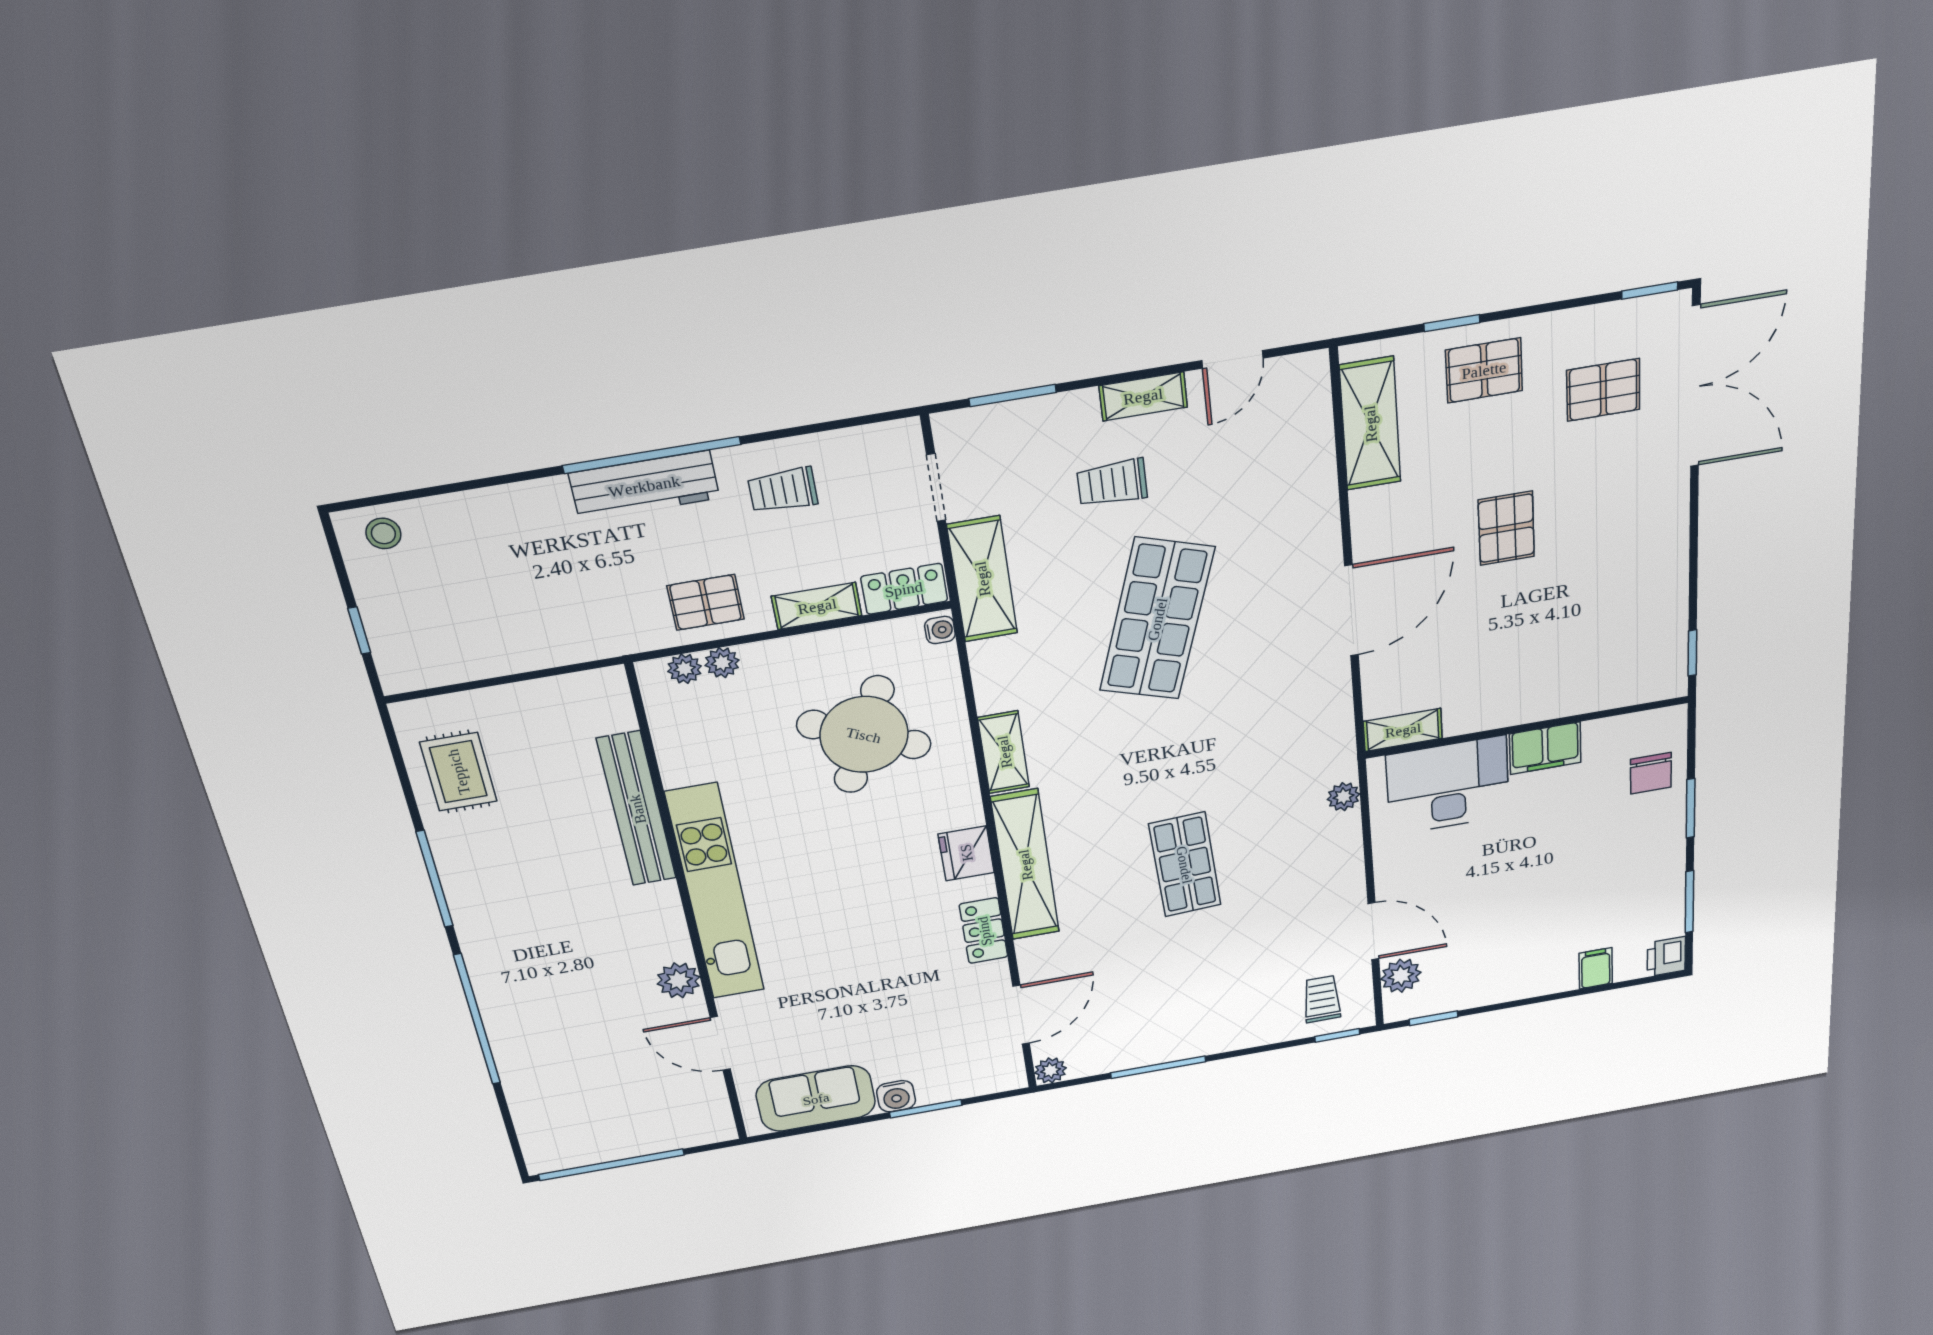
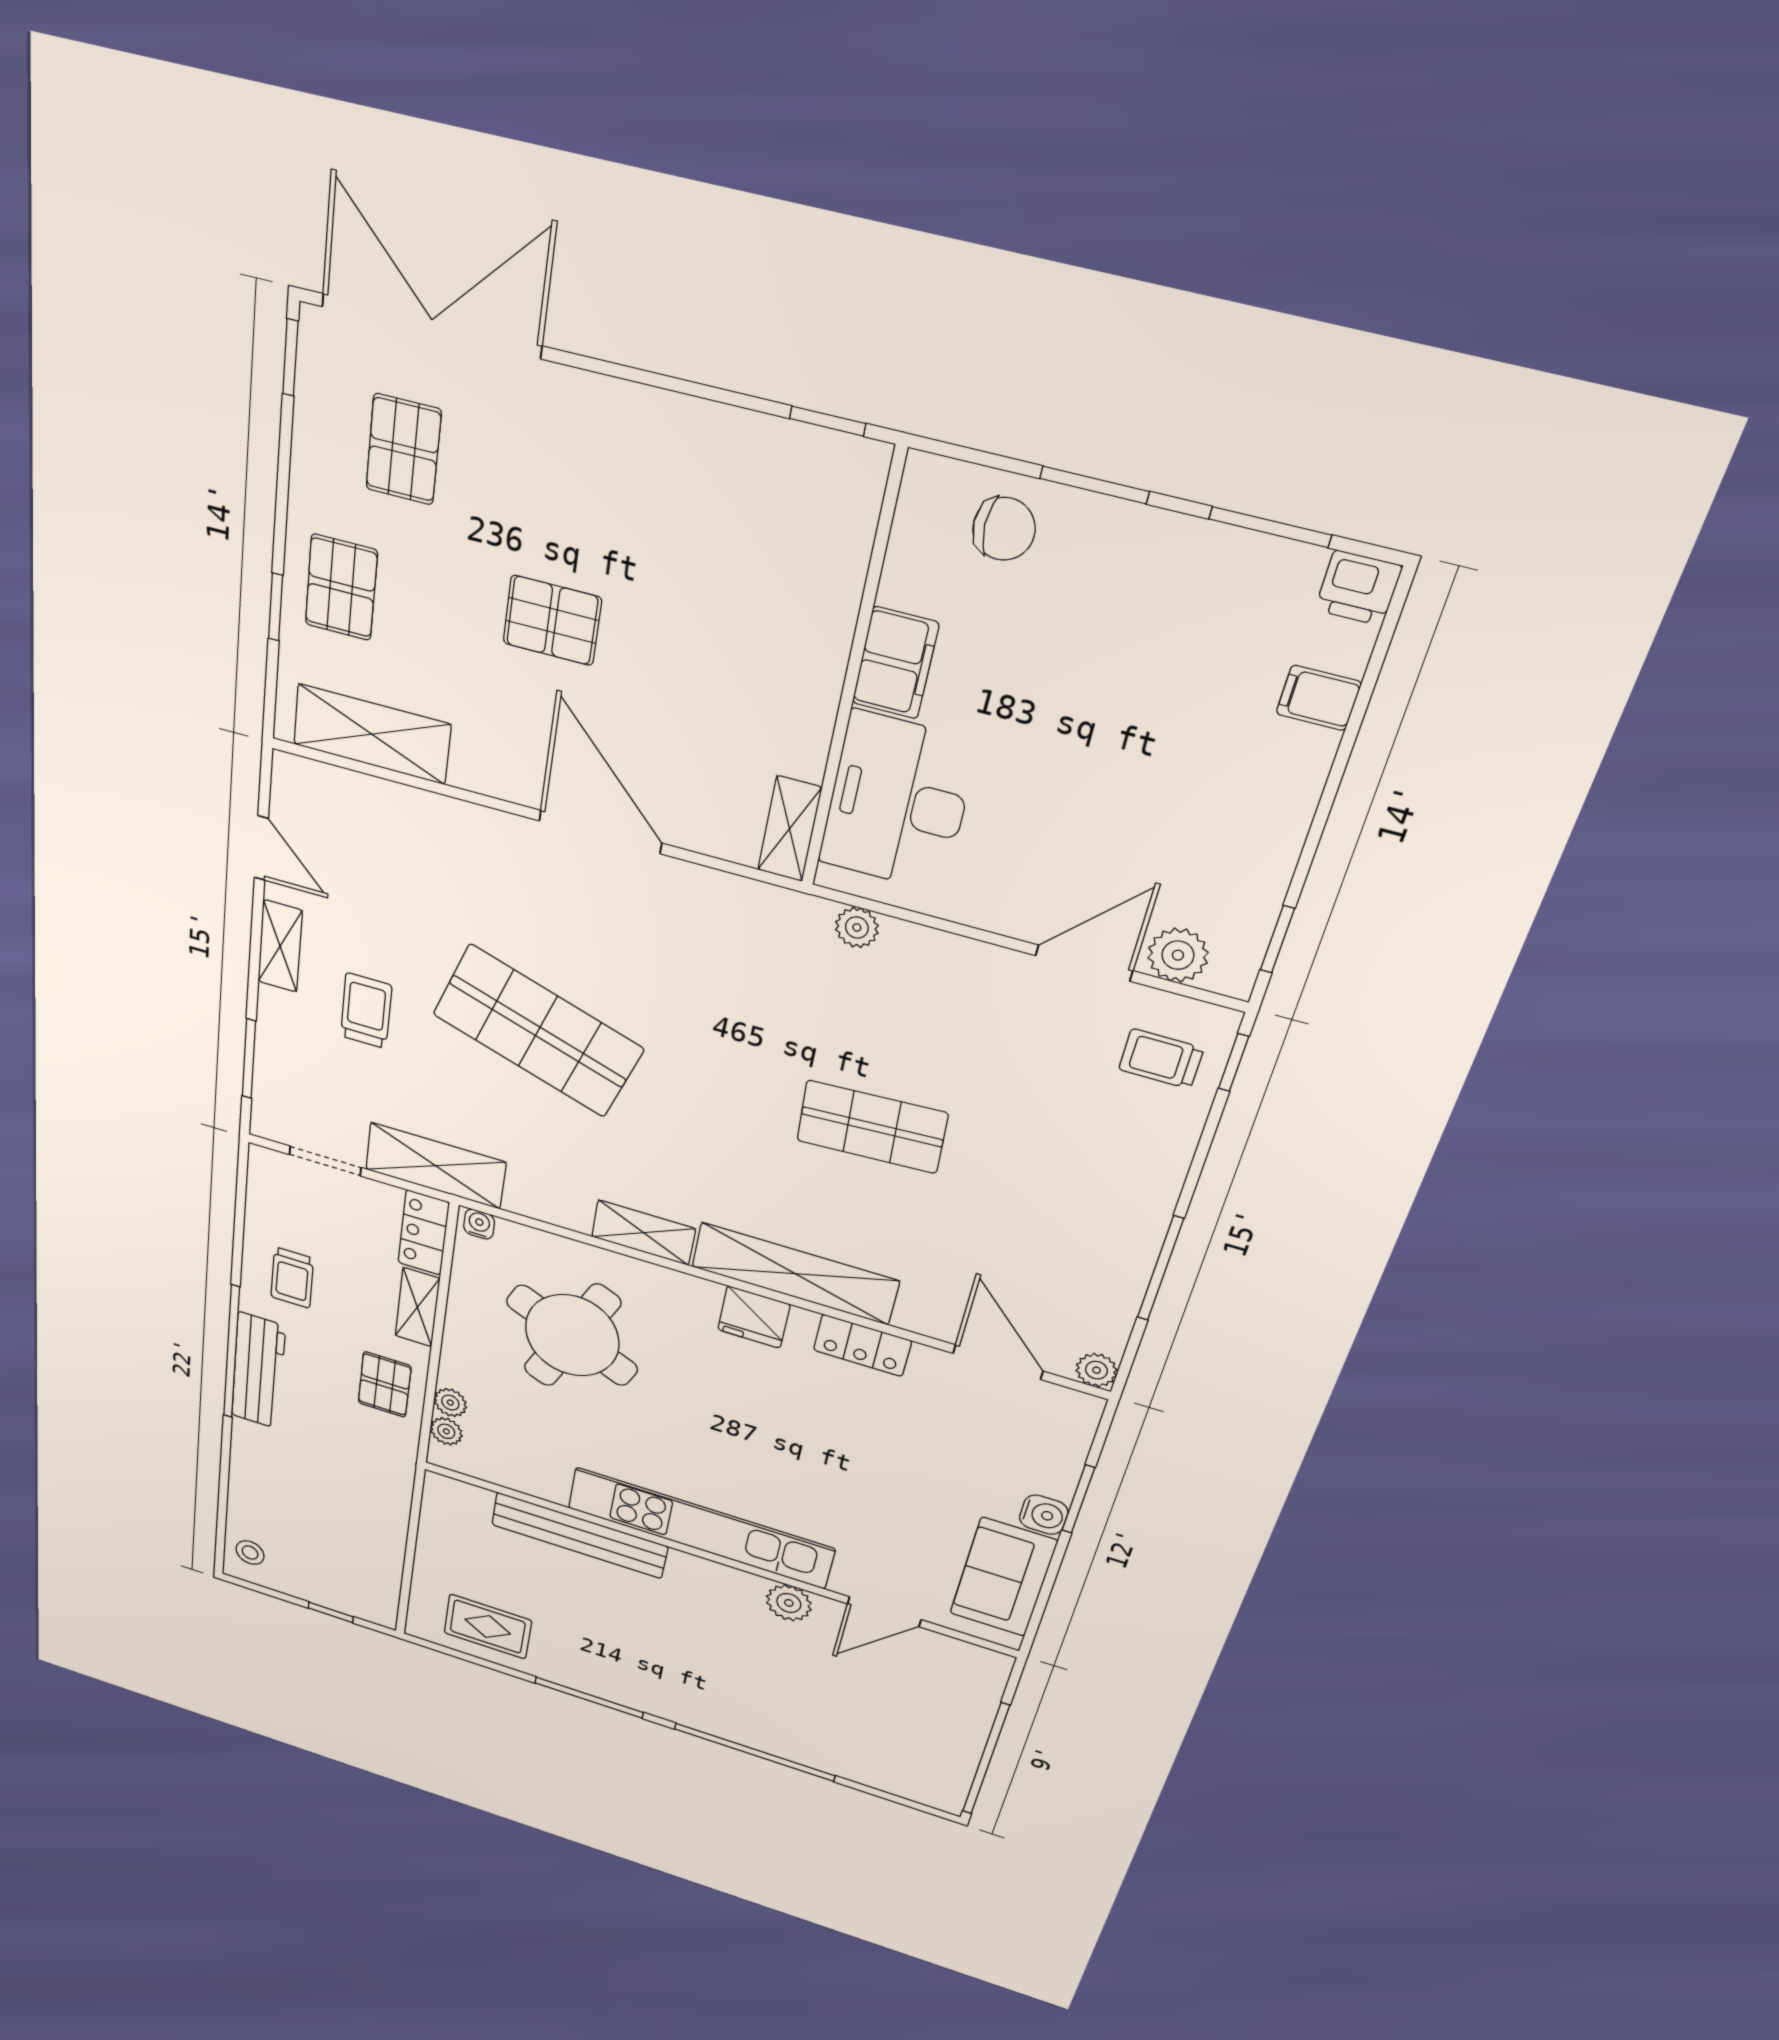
trolley: (1112, 483) -> (366, 1011), turned 180

